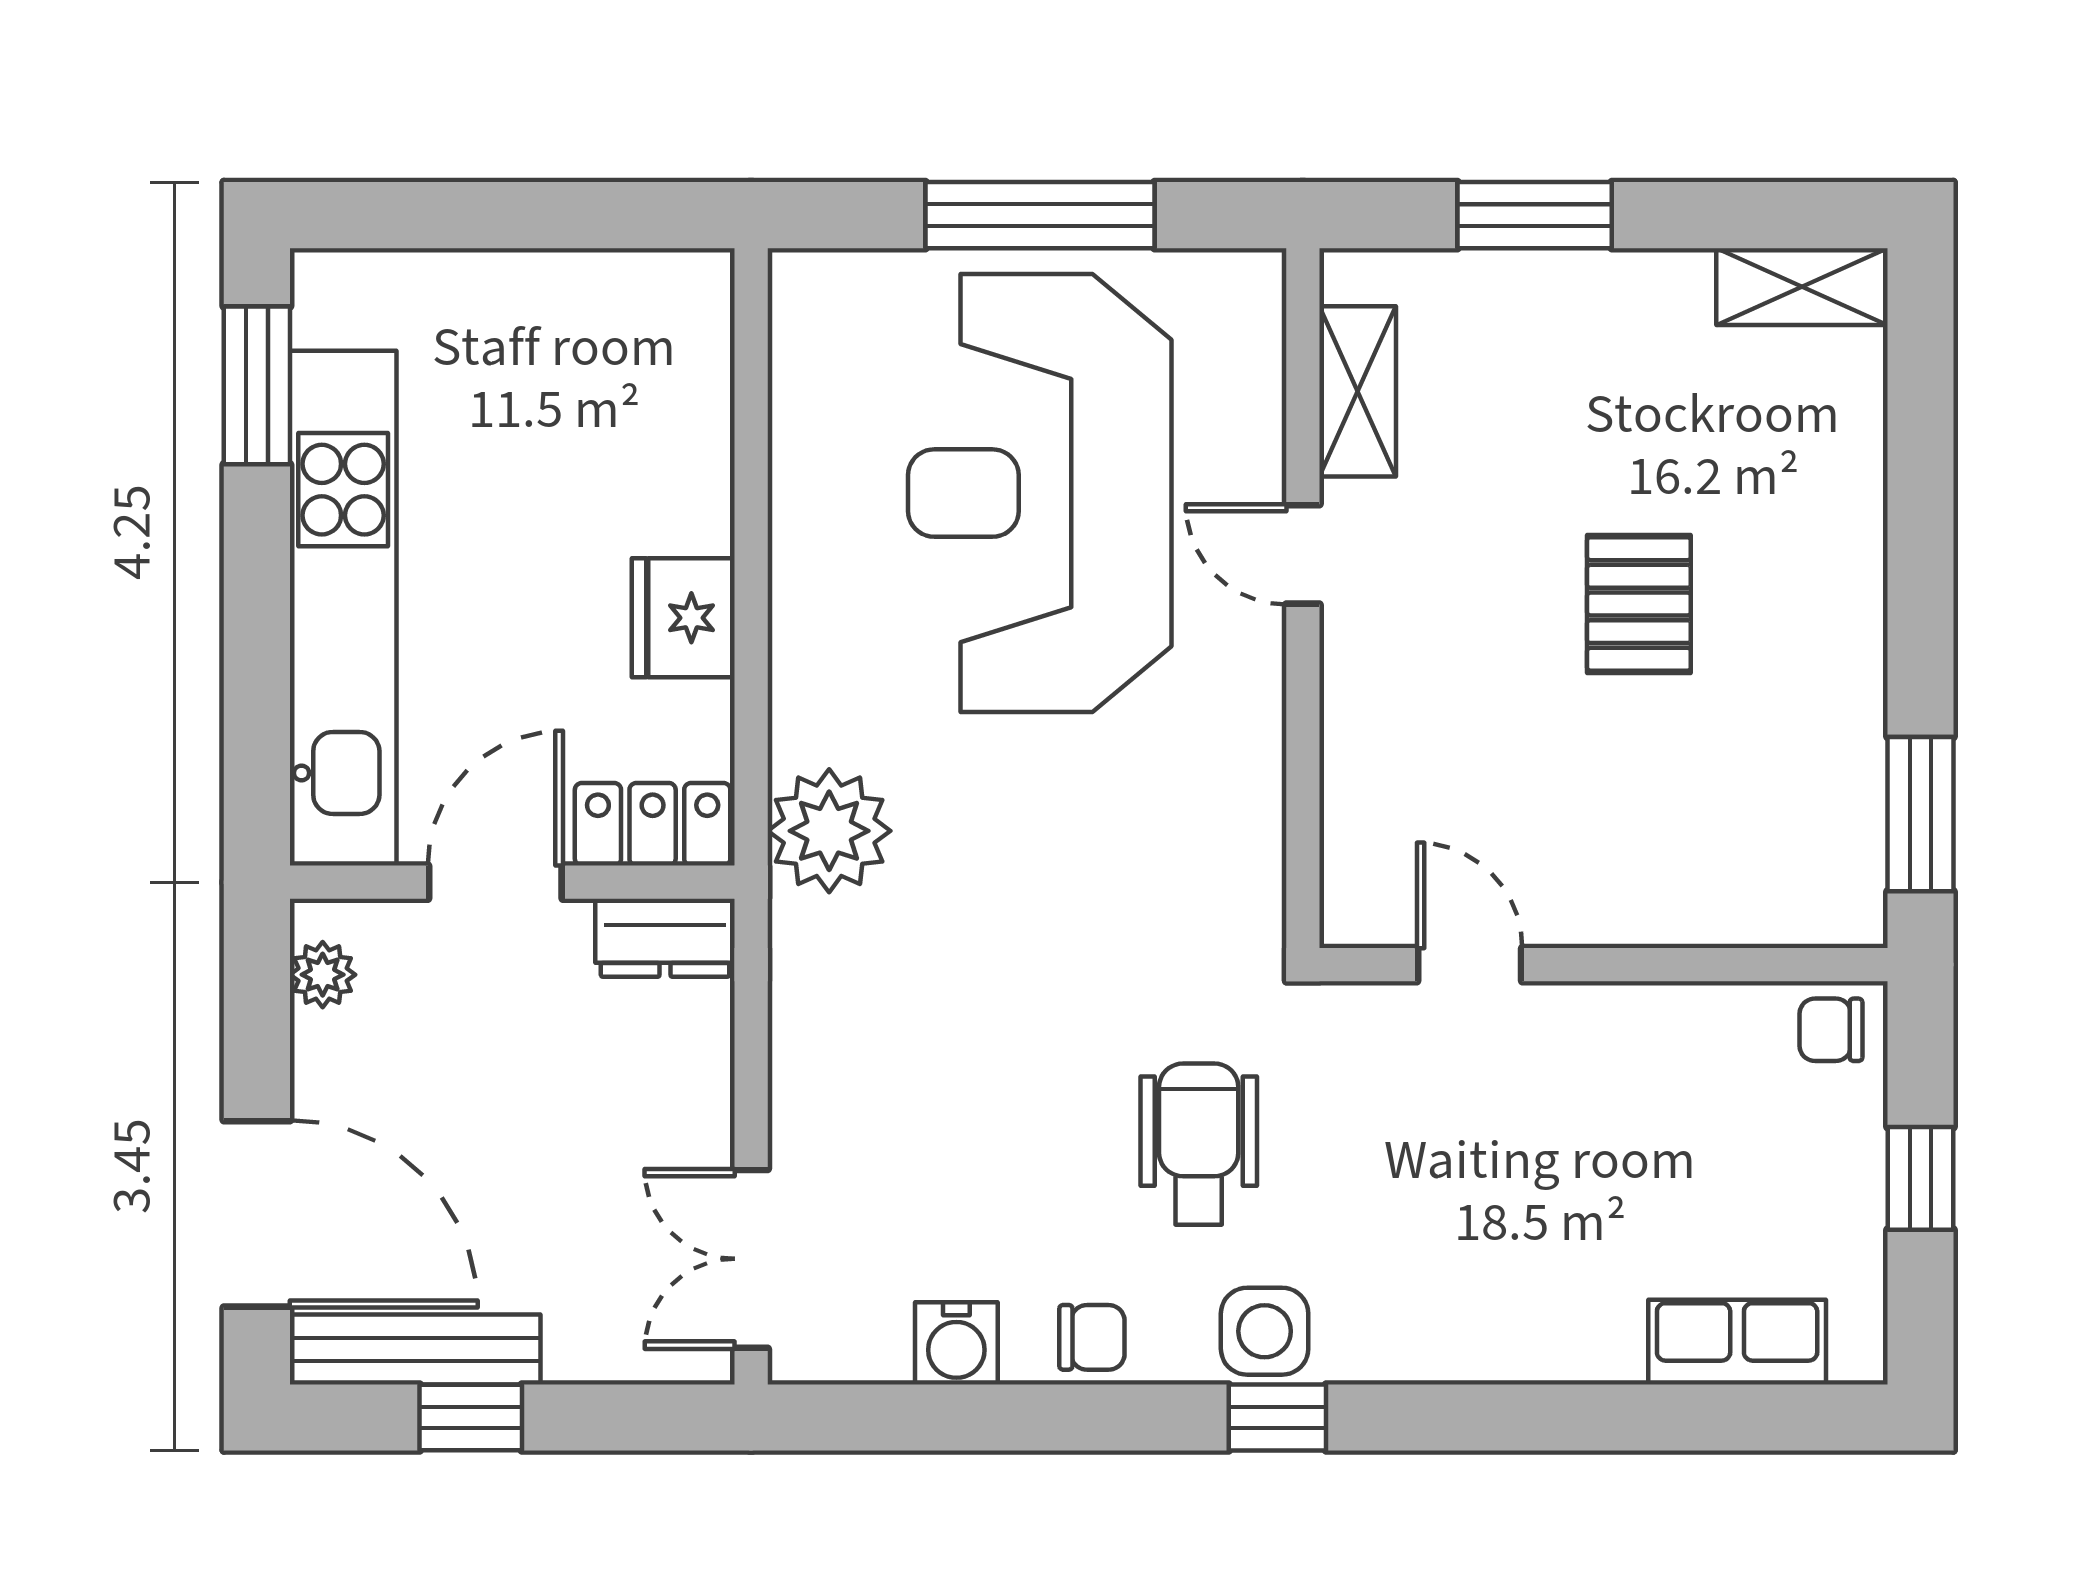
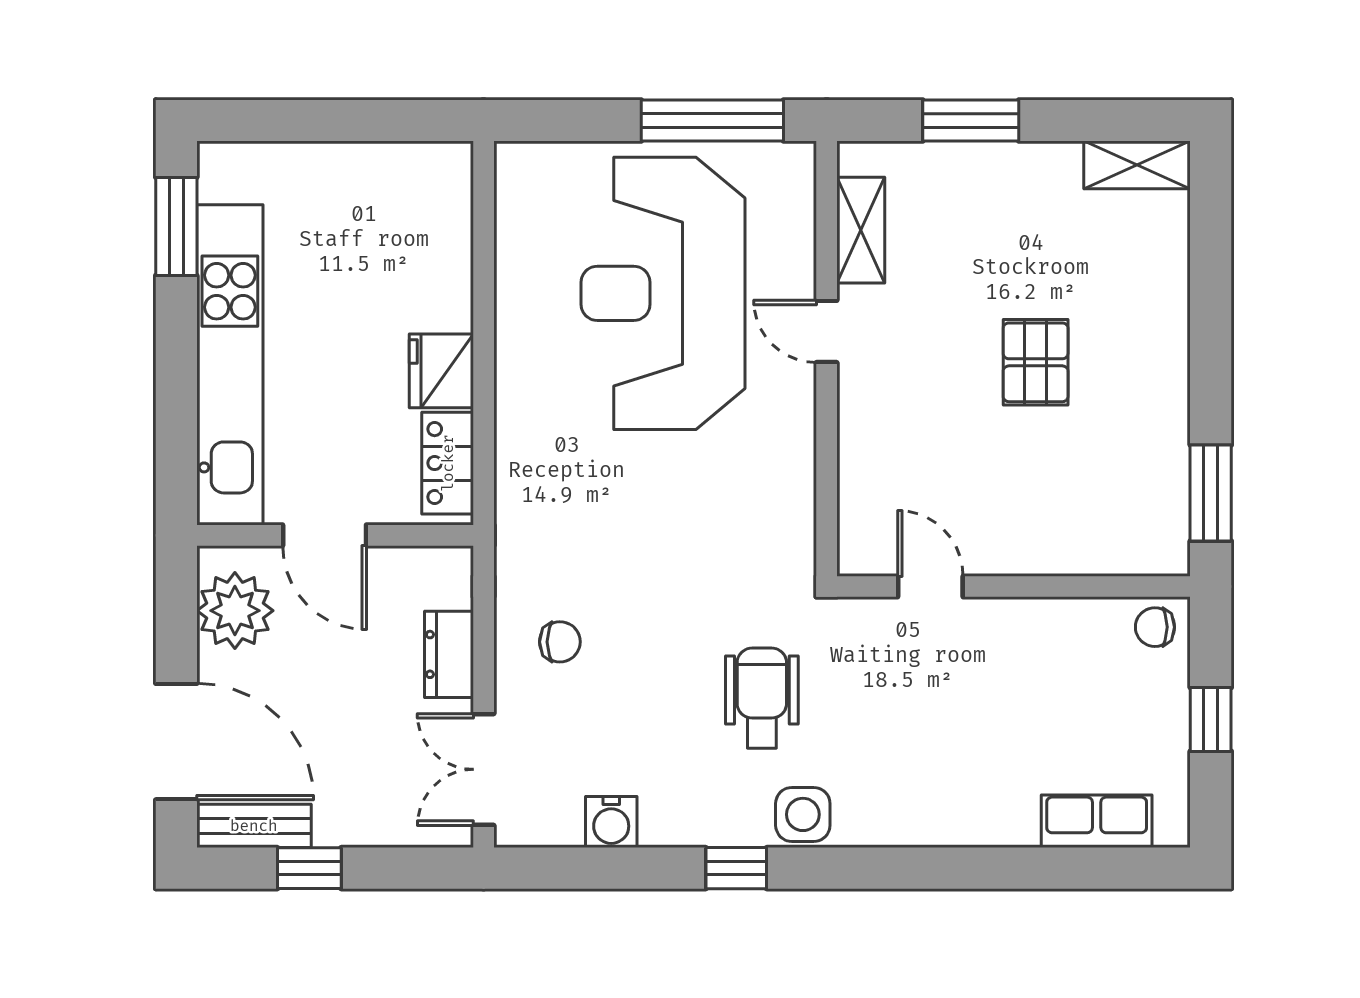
window: (1040, 215) -> (712, 121), moved
locker: (653, 824) -> (448, 463), moved, turned -90
plant: (829, 831) -> (532, 503), removed
door: (495, 882) -> (325, 535), swing flipped
dresser: (665, 938) -> (449, 654), moved, turned 90
plant: (323, 975) -> (235, 611), width x1.88, depth x1.88
chair: (1092, 1337) -> (560, 642), moved
bench: (415, 1349) -> (254, 826), width x0.73
window: (1277, 1418) -> (736, 868), moved

